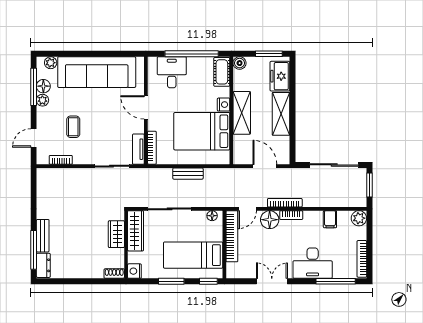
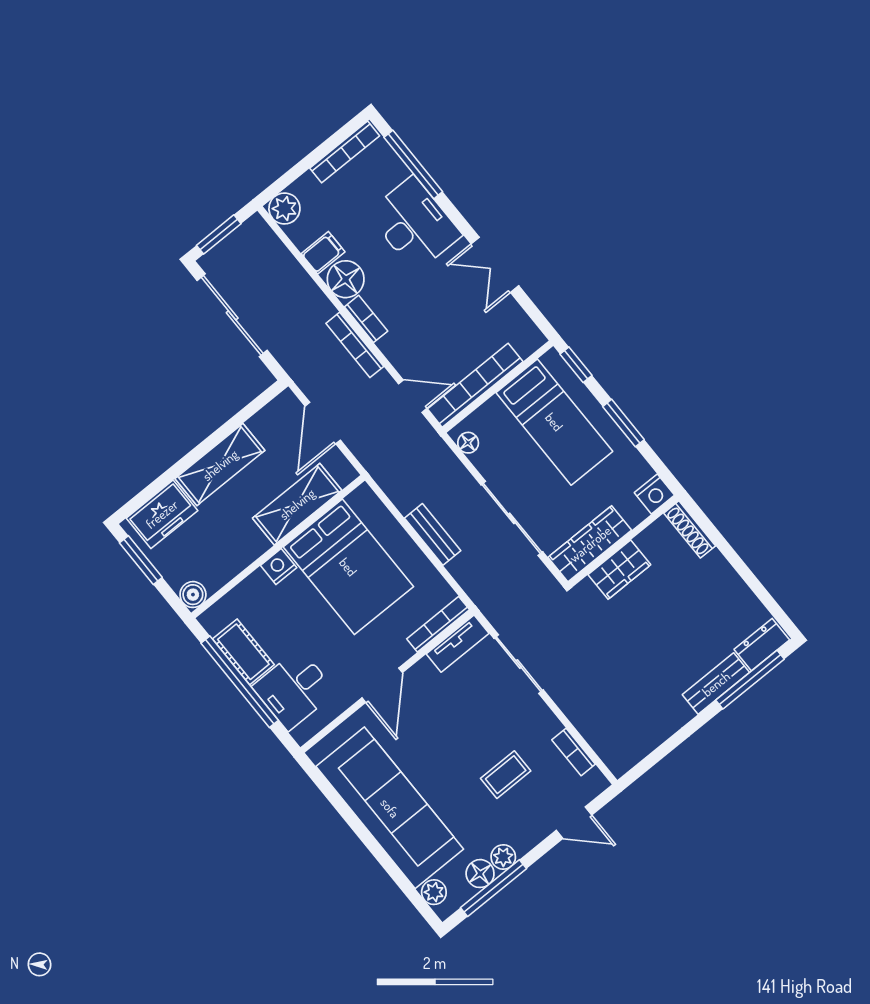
cot: (222, 72) -> (243, 652), moved, turned 90
shelving: (242, 113) -> (297, 504), moved
floor lamp: (270, 220) -> (346, 279), moved
shoe rack: (114, 274) -> (690, 529), width x1.43

